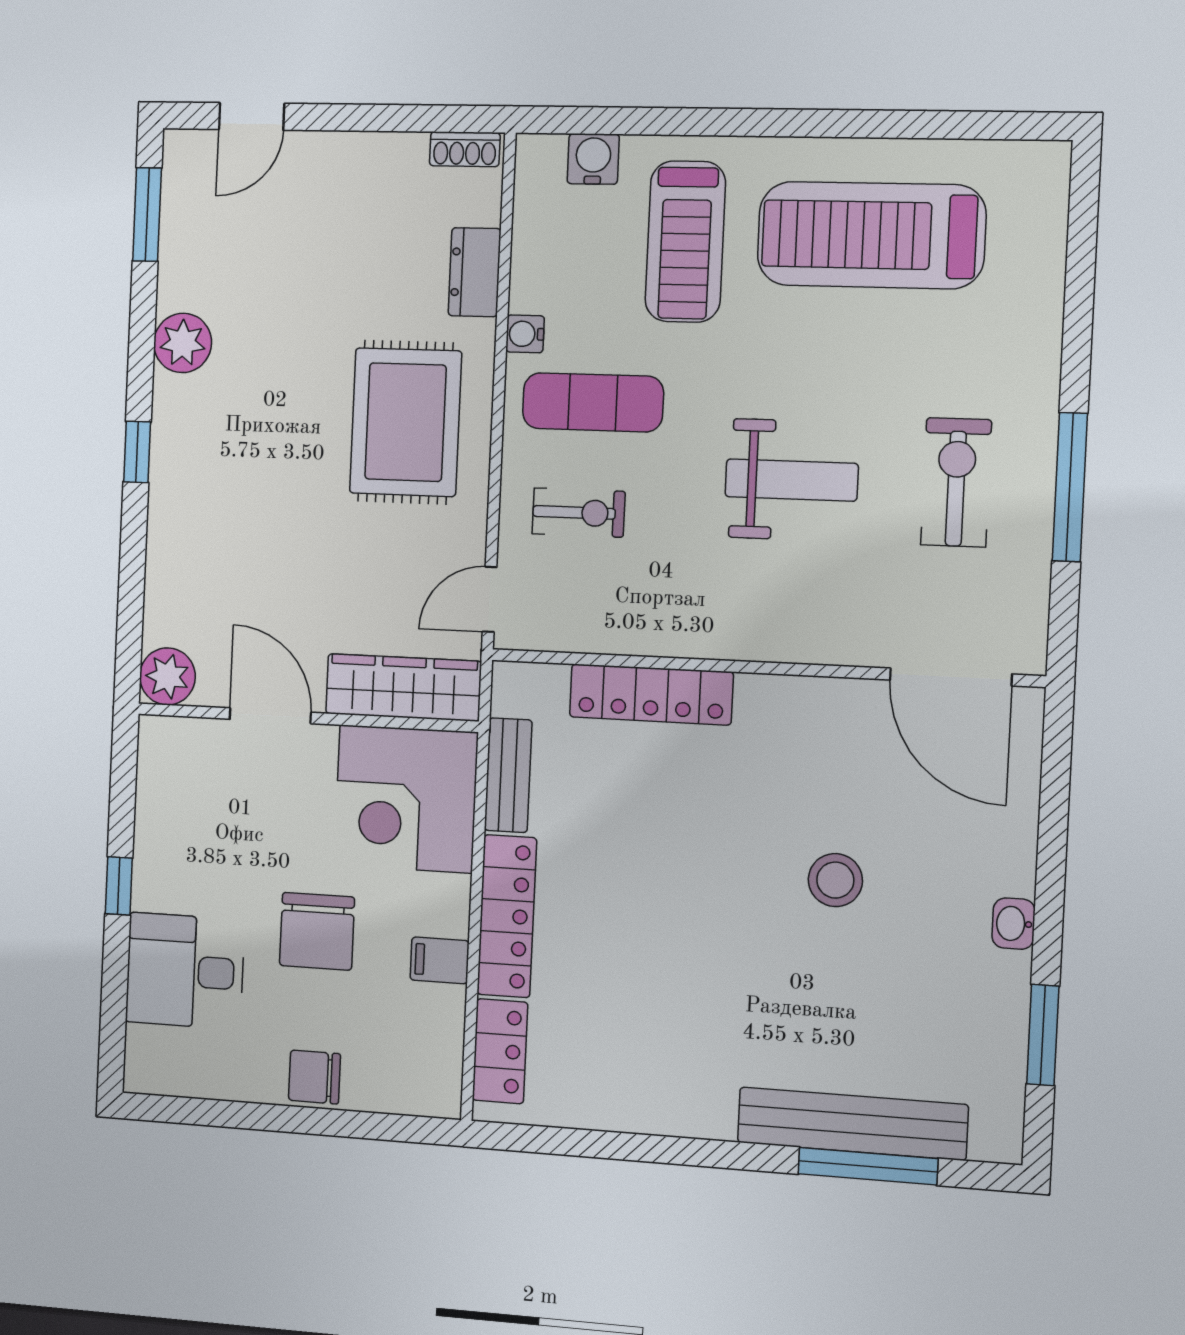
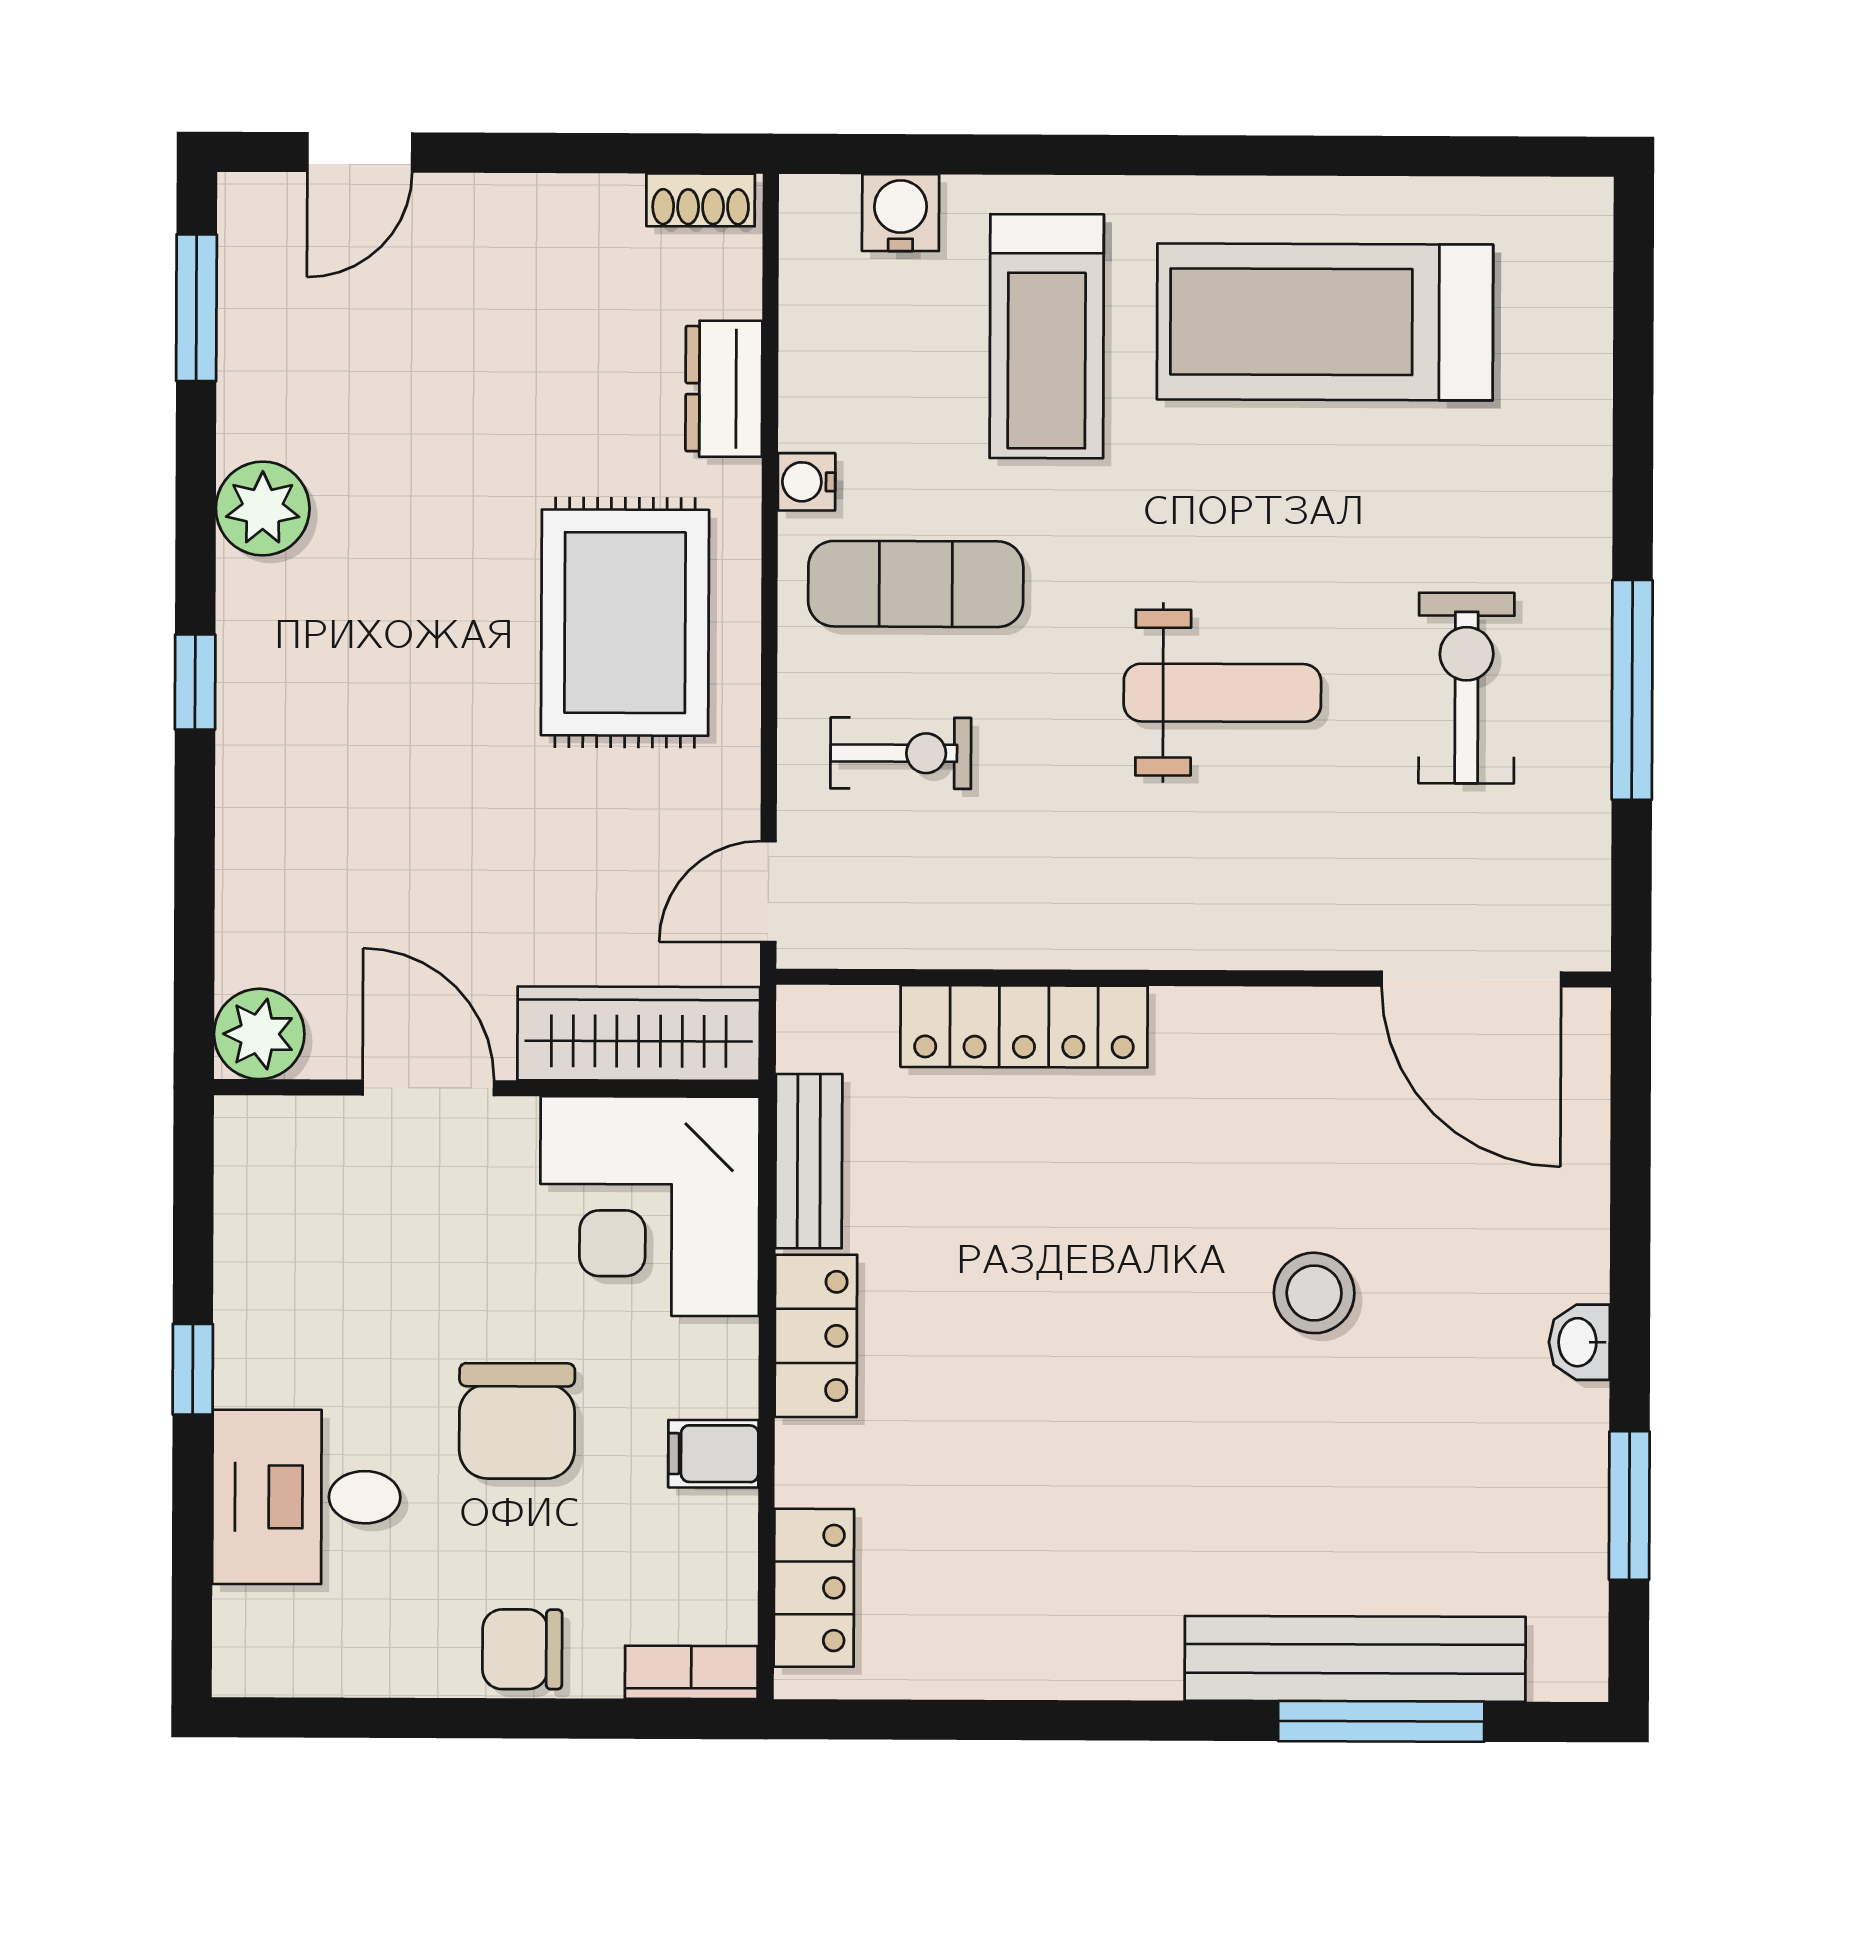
locker: (507, 916) -> (816, 1336), width x0.66
bookcase: (420, 1100) -> (691, 1672), added

